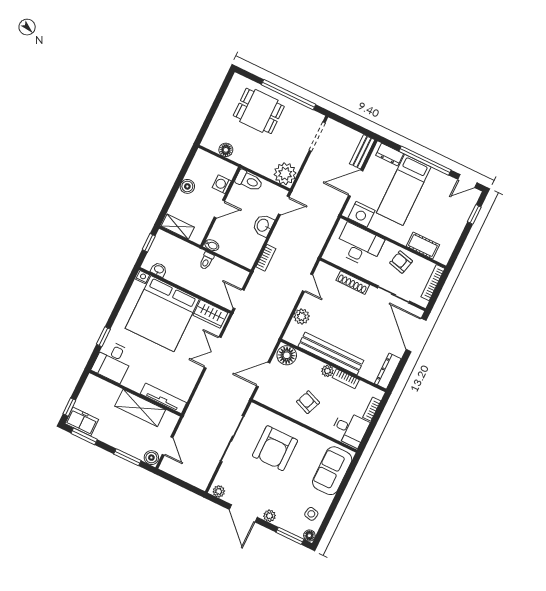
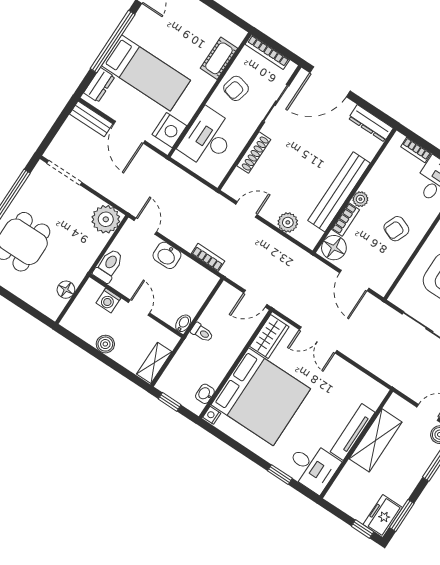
bookcase: (346, 379) -> (345, 219), moved
tv unit: (163, 398) -> (353, 432), moved

